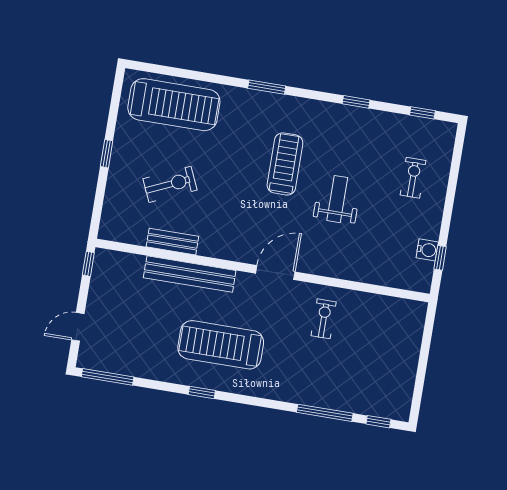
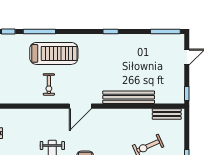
bench: (172, 242) -> (167, 114), moved
treadmill: (221, 345) -> (54, 53), moved

